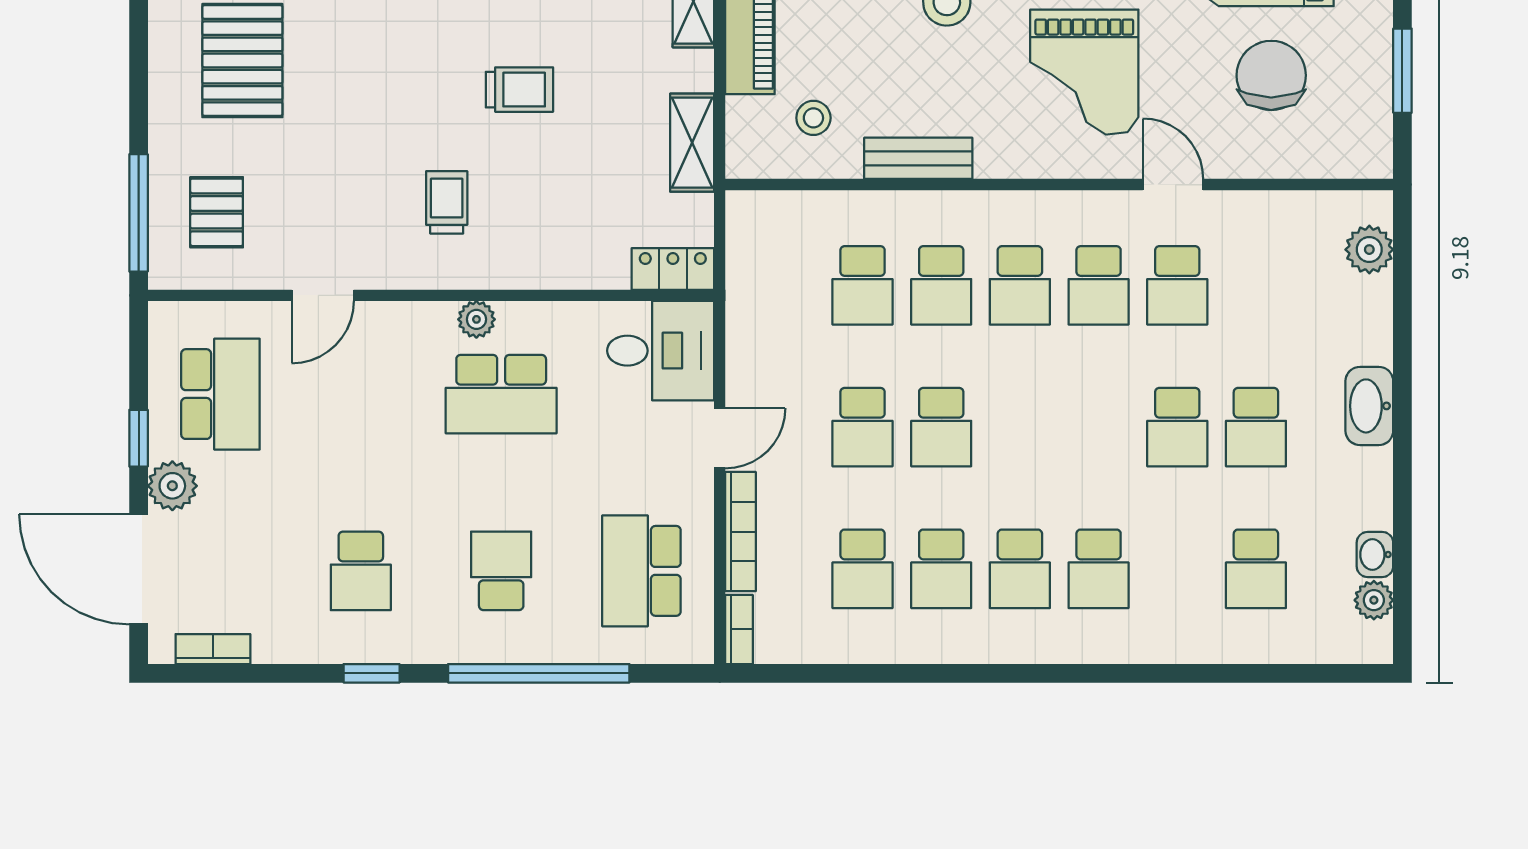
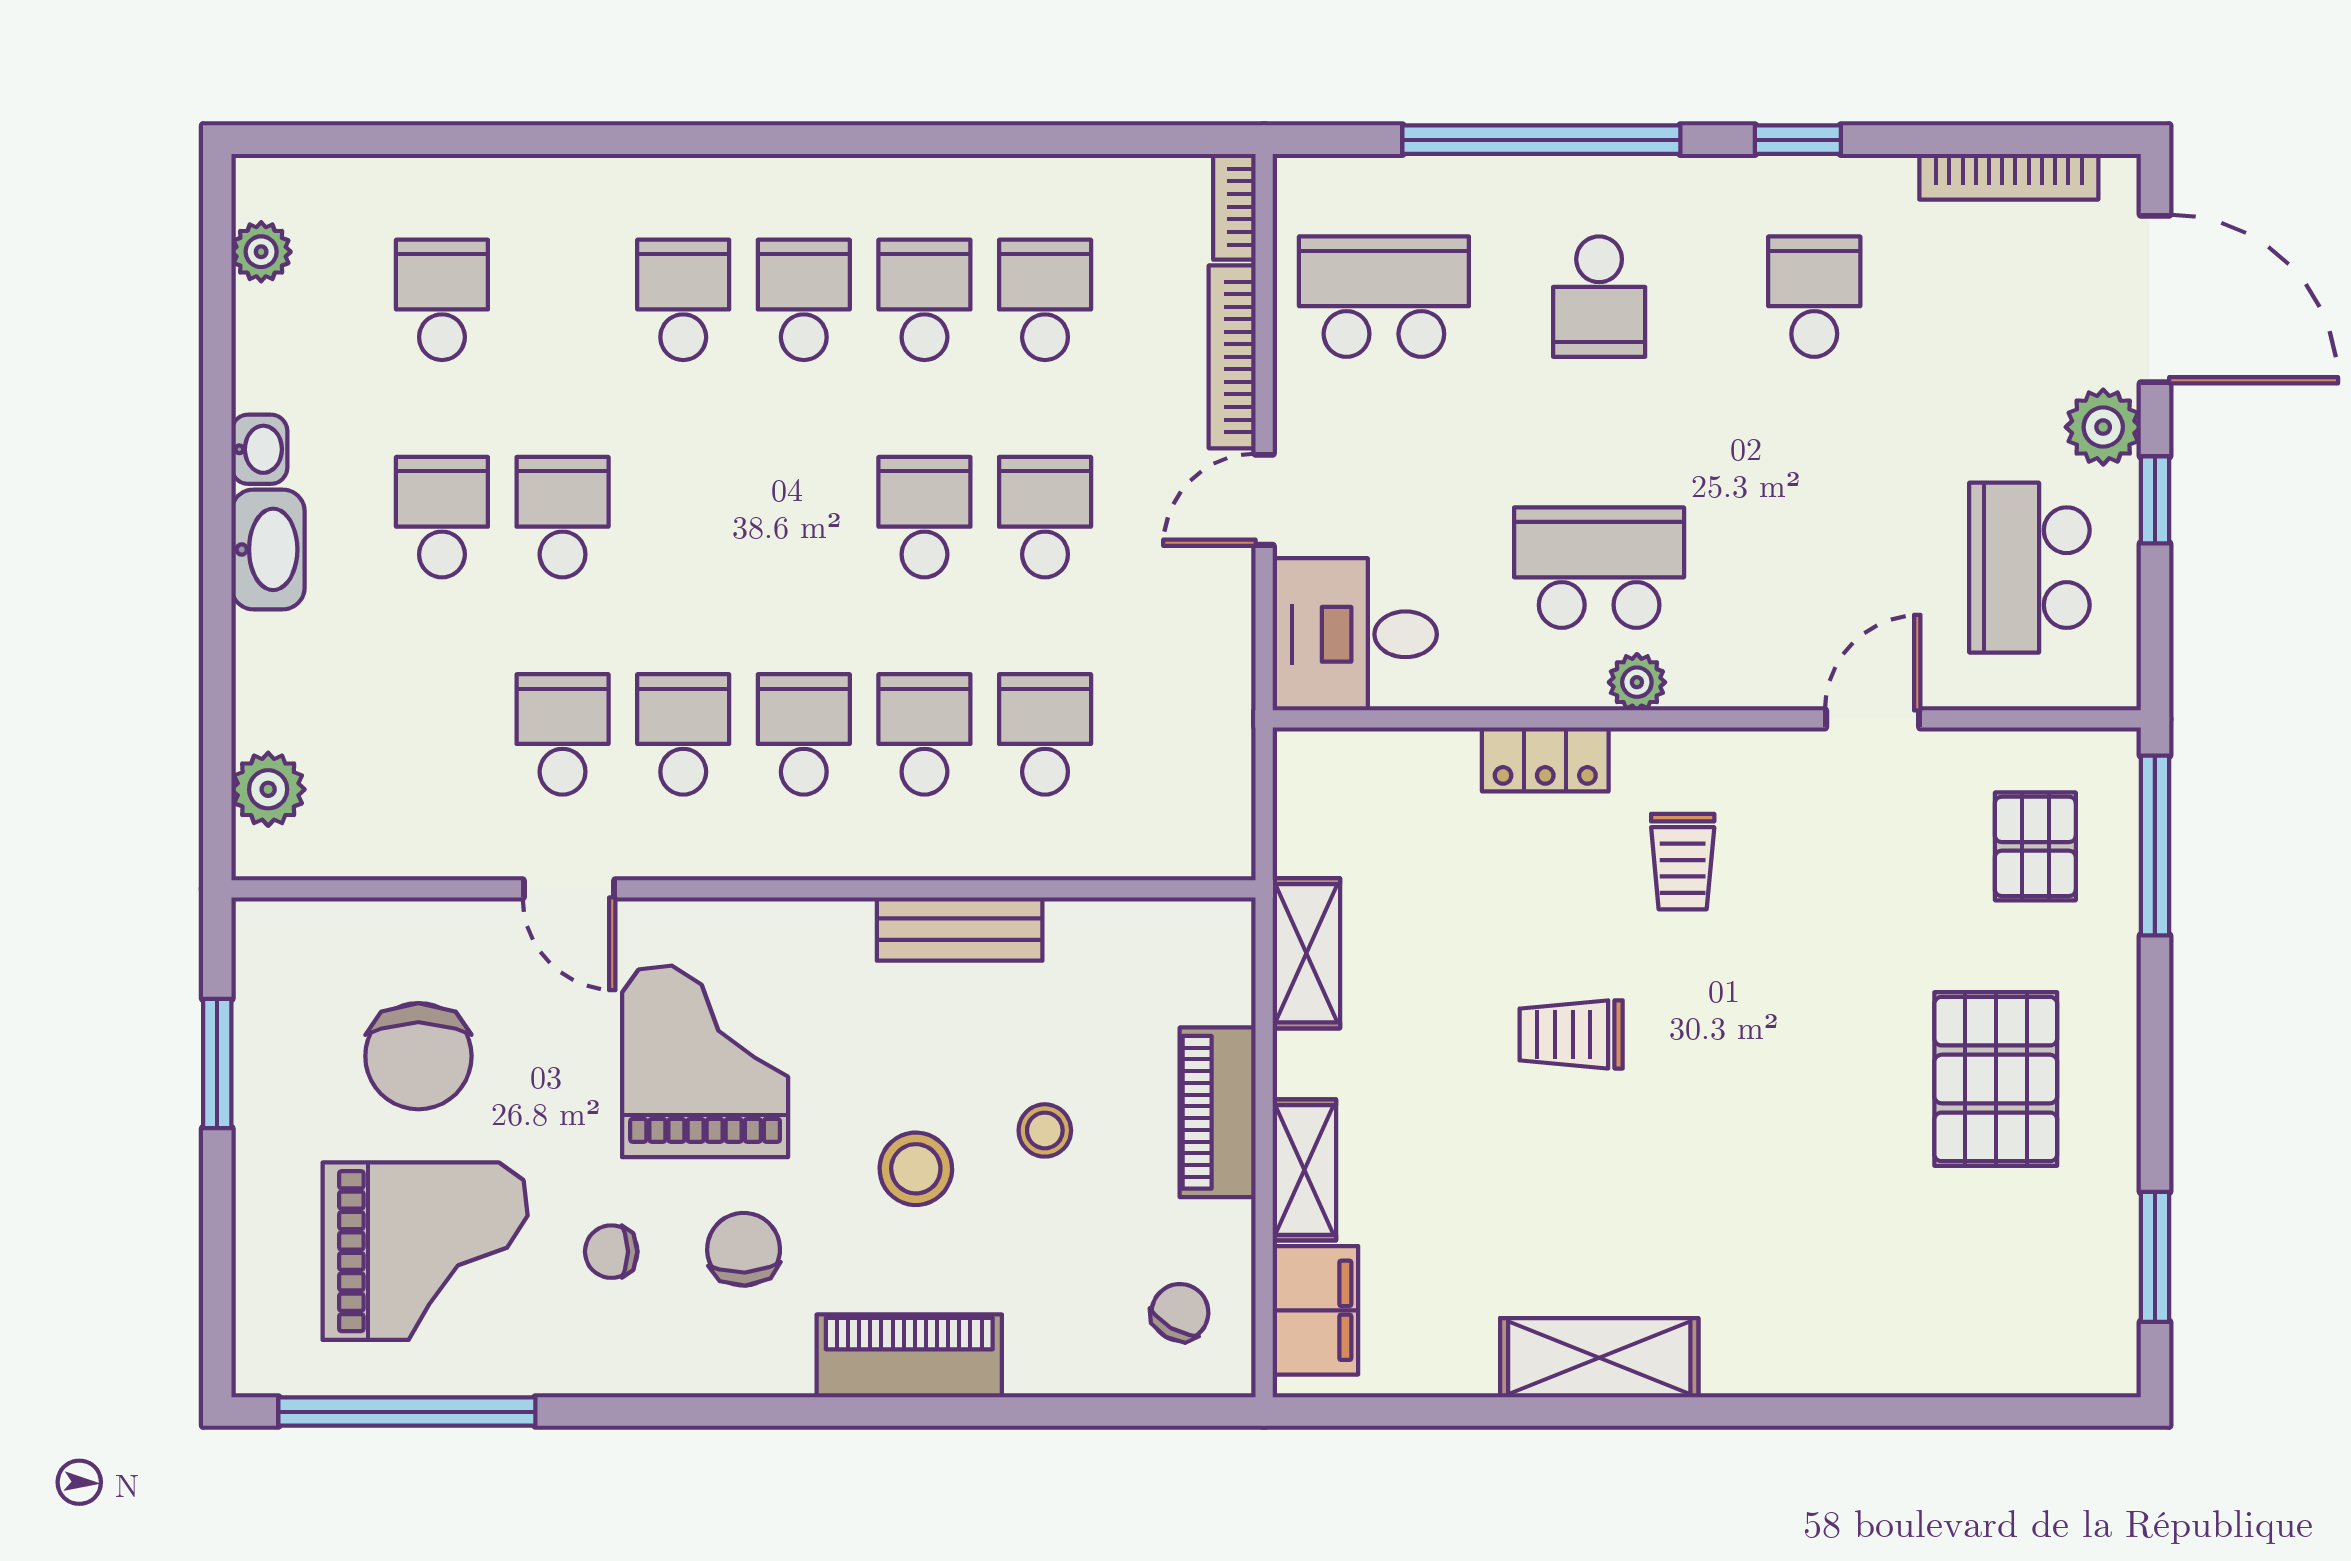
stool: (813, 118) -> (1045, 1130), moved
locker: (673, 269) -> (1545, 759), moved
washbasin: (1375, 555) -> (259, 449), moved
school desk: (641, 571) -> (1384, 297), turned -90
bookcase: (213, 649) -> (2009, 177), width x1.56

